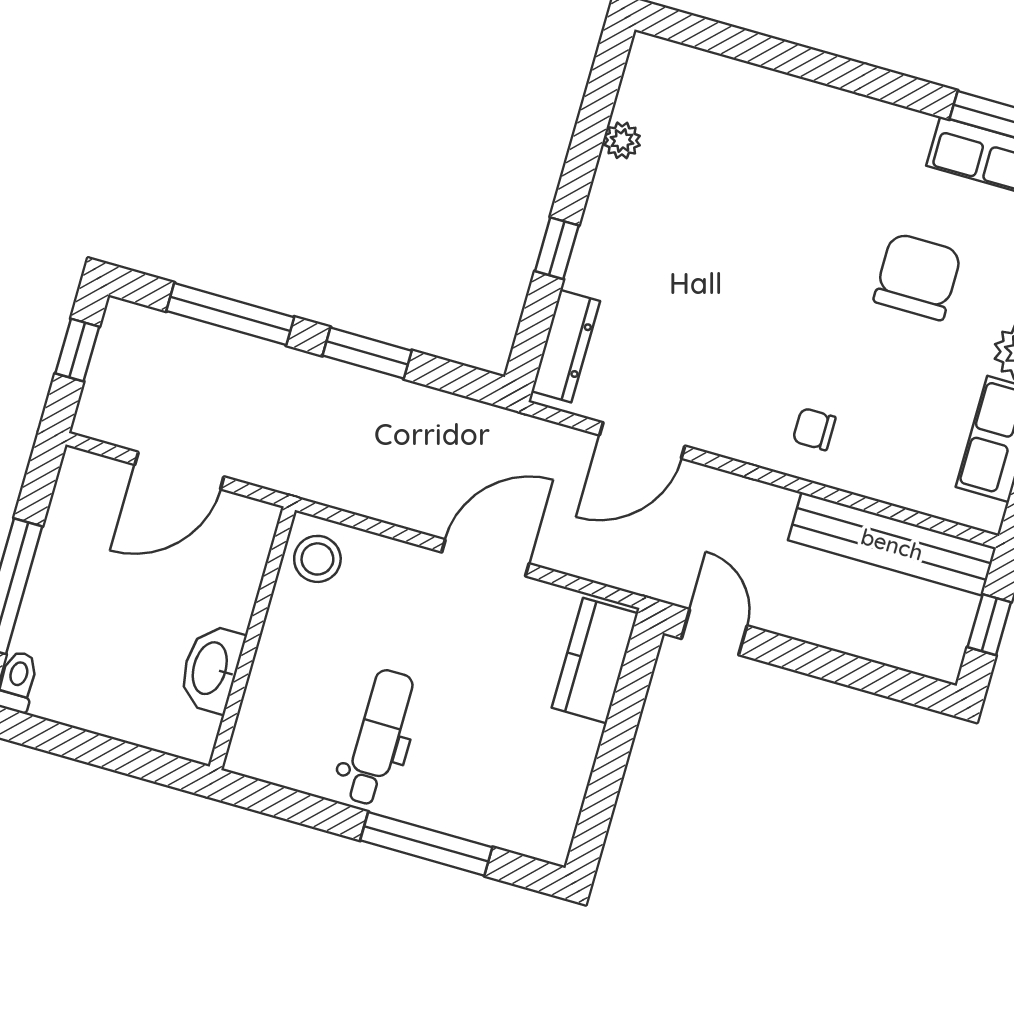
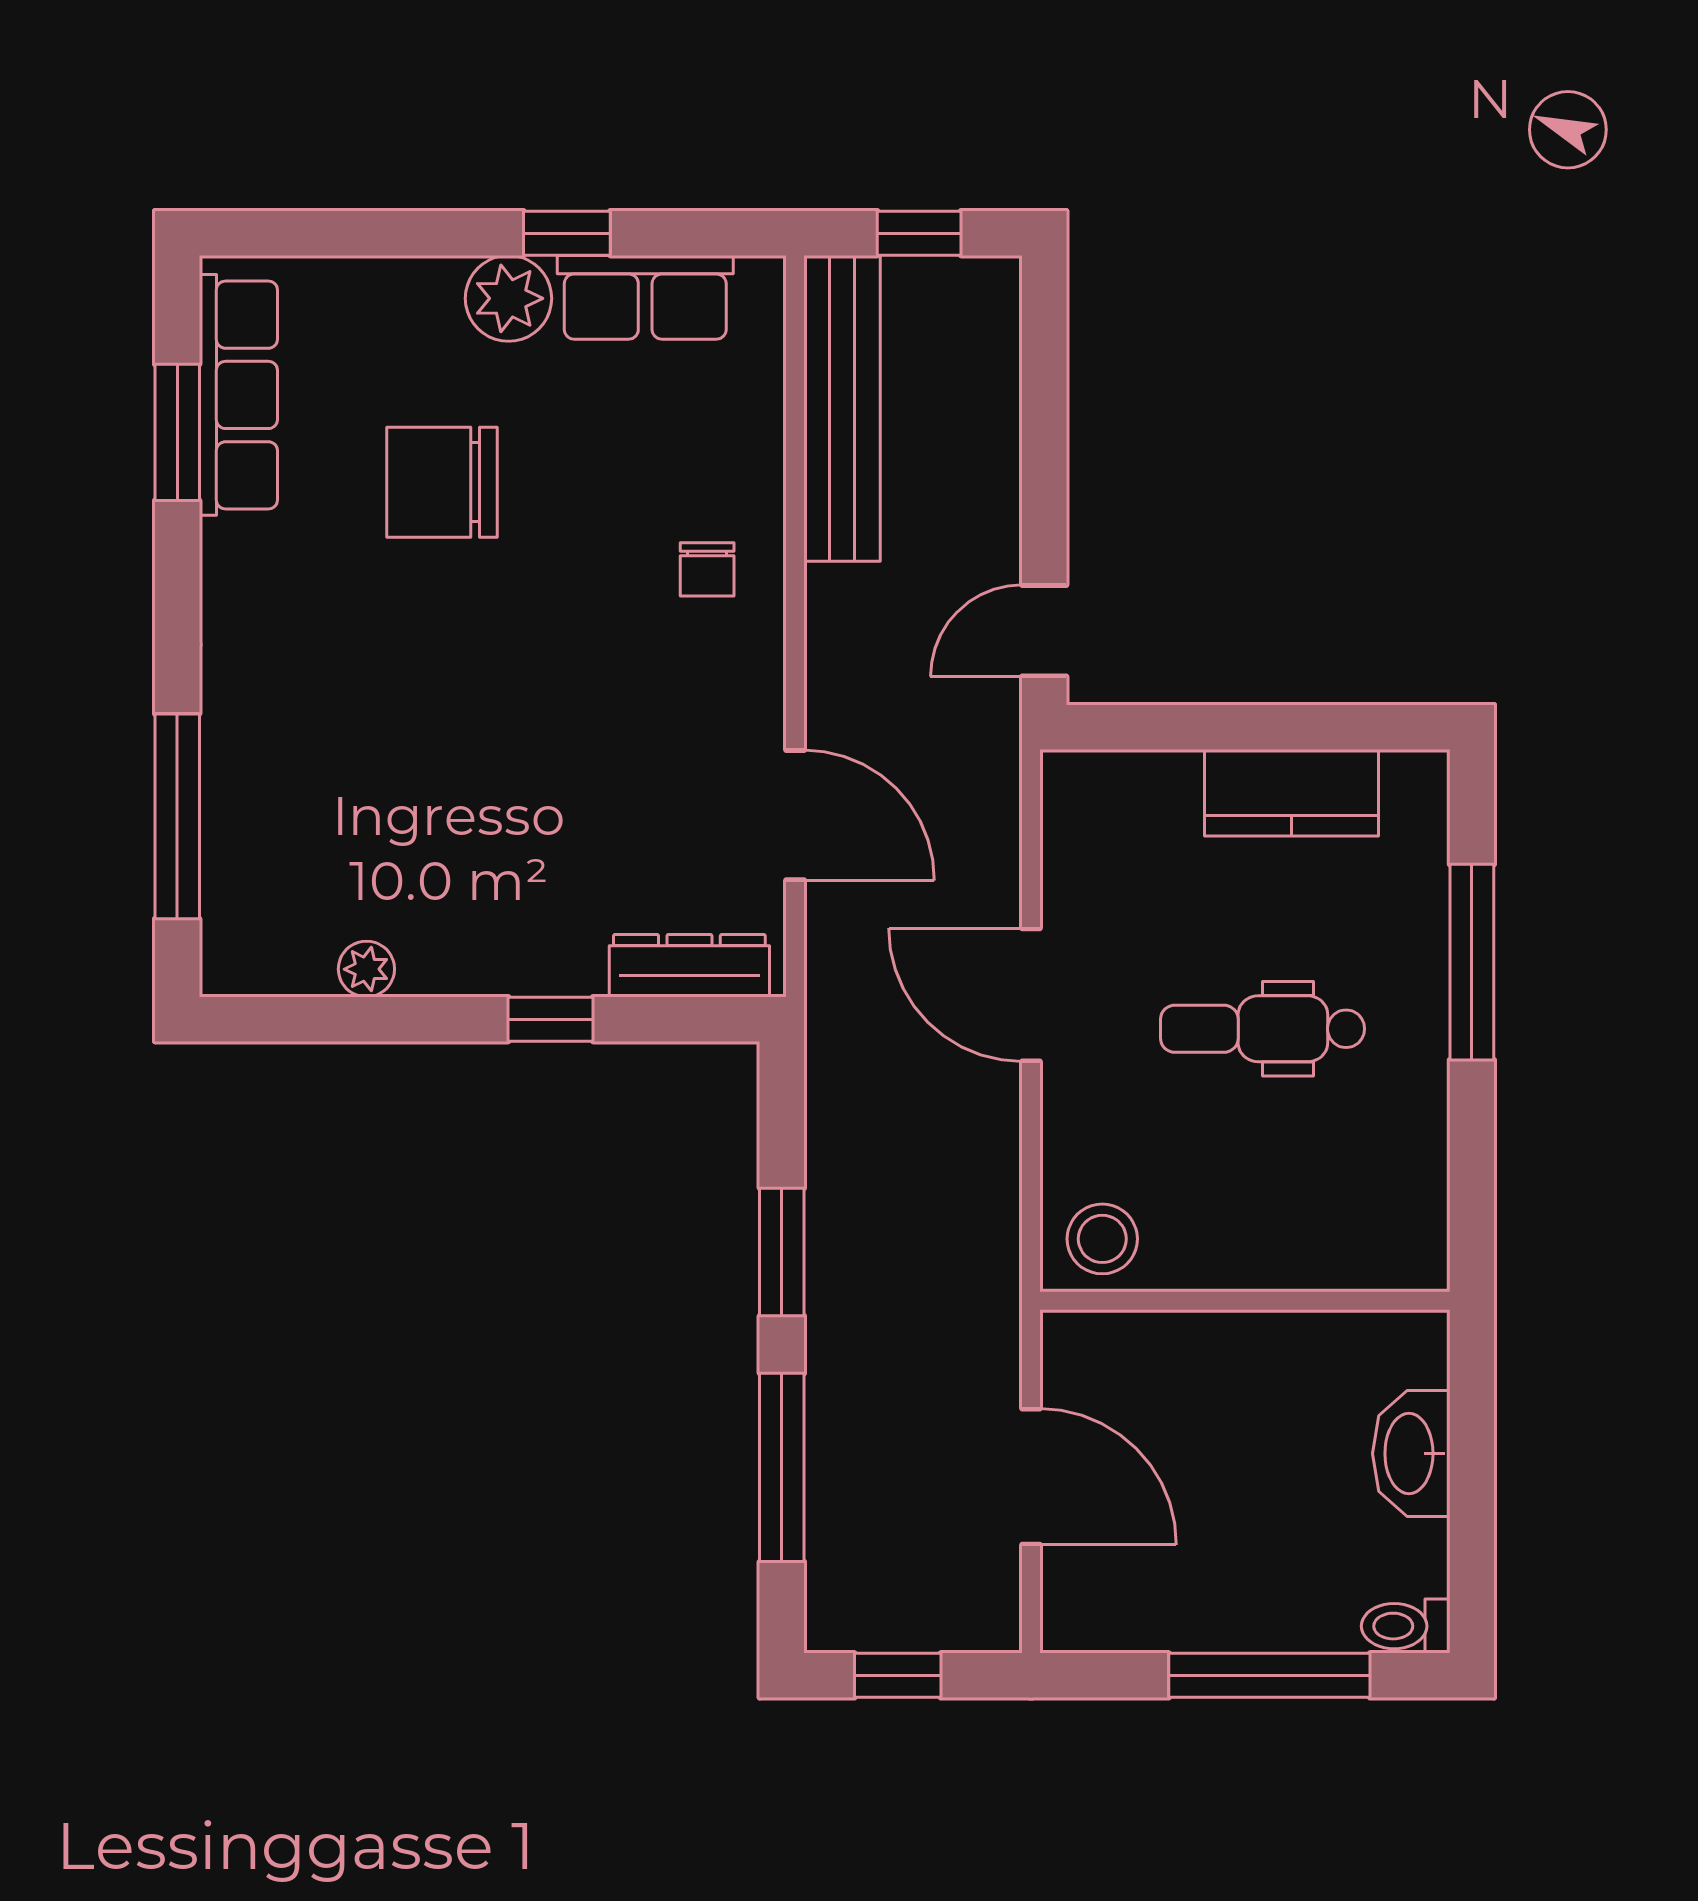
window: (753, 48) -> (177, 816), added
kitchen counter: (595, 661) -> (1291, 793), moved
washbasin: (211, 669) -> (1411, 1454), moved, turned 90
dental chair: (378, 737) -> (1263, 1029), moved

